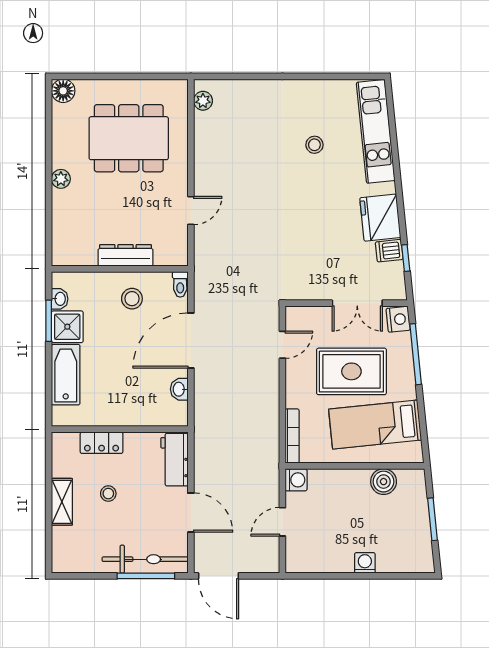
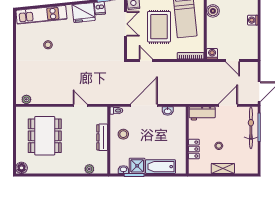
plant: (61, 179) -> (89, 169), moved
door: (191, 340) -> (144, 105), swing flipped

